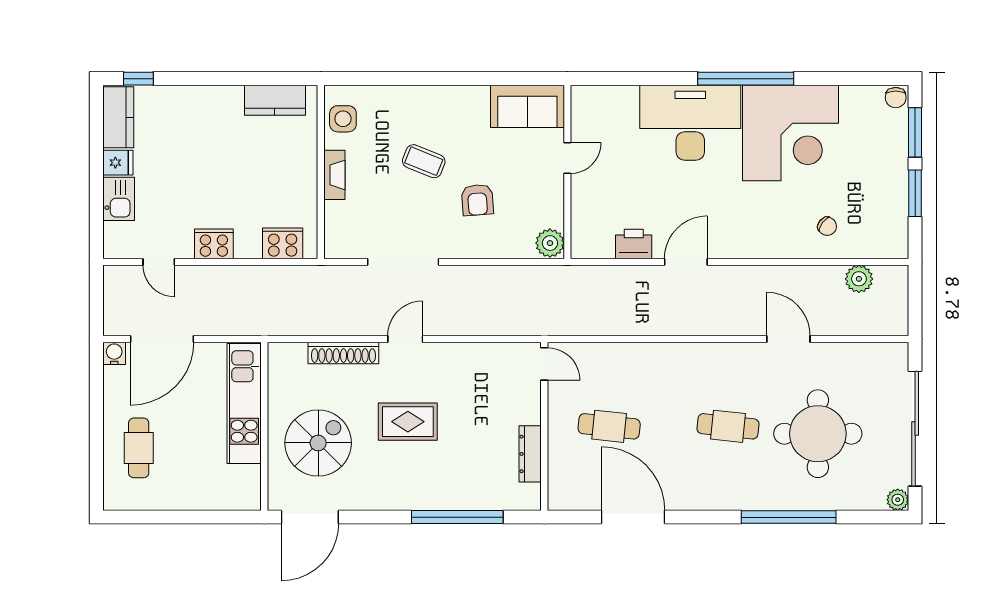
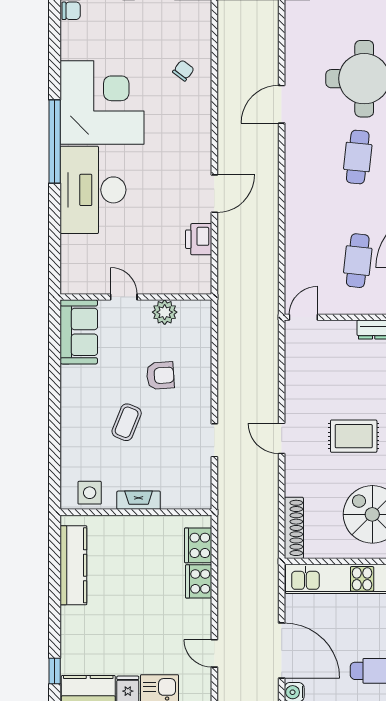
kitchen counter: (275, 100) -> (73, 565), width x1.50
plant: (550, 243) -> (165, 312), moved
cooker: (214, 244) -> (199, 581), moved
door: (159, 262) -> (214, 653), swing flipped
doorway: (403, 262) -> (214, 440), width x0.53
door: (686, 262) -> (214, 194), swing flipped
plant: (859, 279) -> (229, 43), removed
shoe rack: (343, 353) -> (294, 528), moved
rug: (408, 422) -> (354, 436), turned 90

